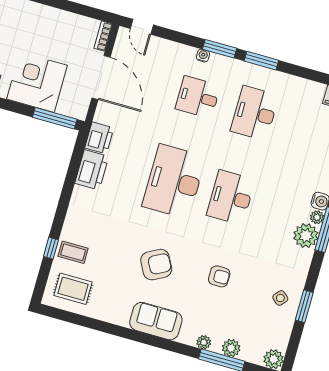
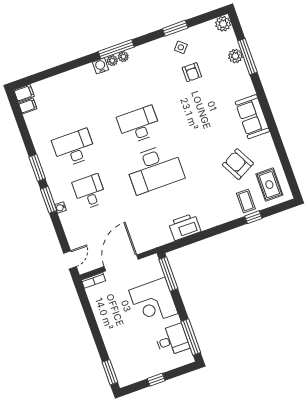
desk: (198, 97) -> (90, 192), turned 180
desk: (255, 113) -> (74, 148), turned 180
printer: (99, 138) -> (161, 236), removed
desk: (231, 197) -> (139, 125), turned 180
plant: (306, 236) -> (123, 57), width x0.53, depth x0.53
armchair: (156, 265) -> (238, 164), moved
armchair: (219, 276) -> (192, 72), moved, turned 180
plant: (204, 342) -> (244, 76), removed

